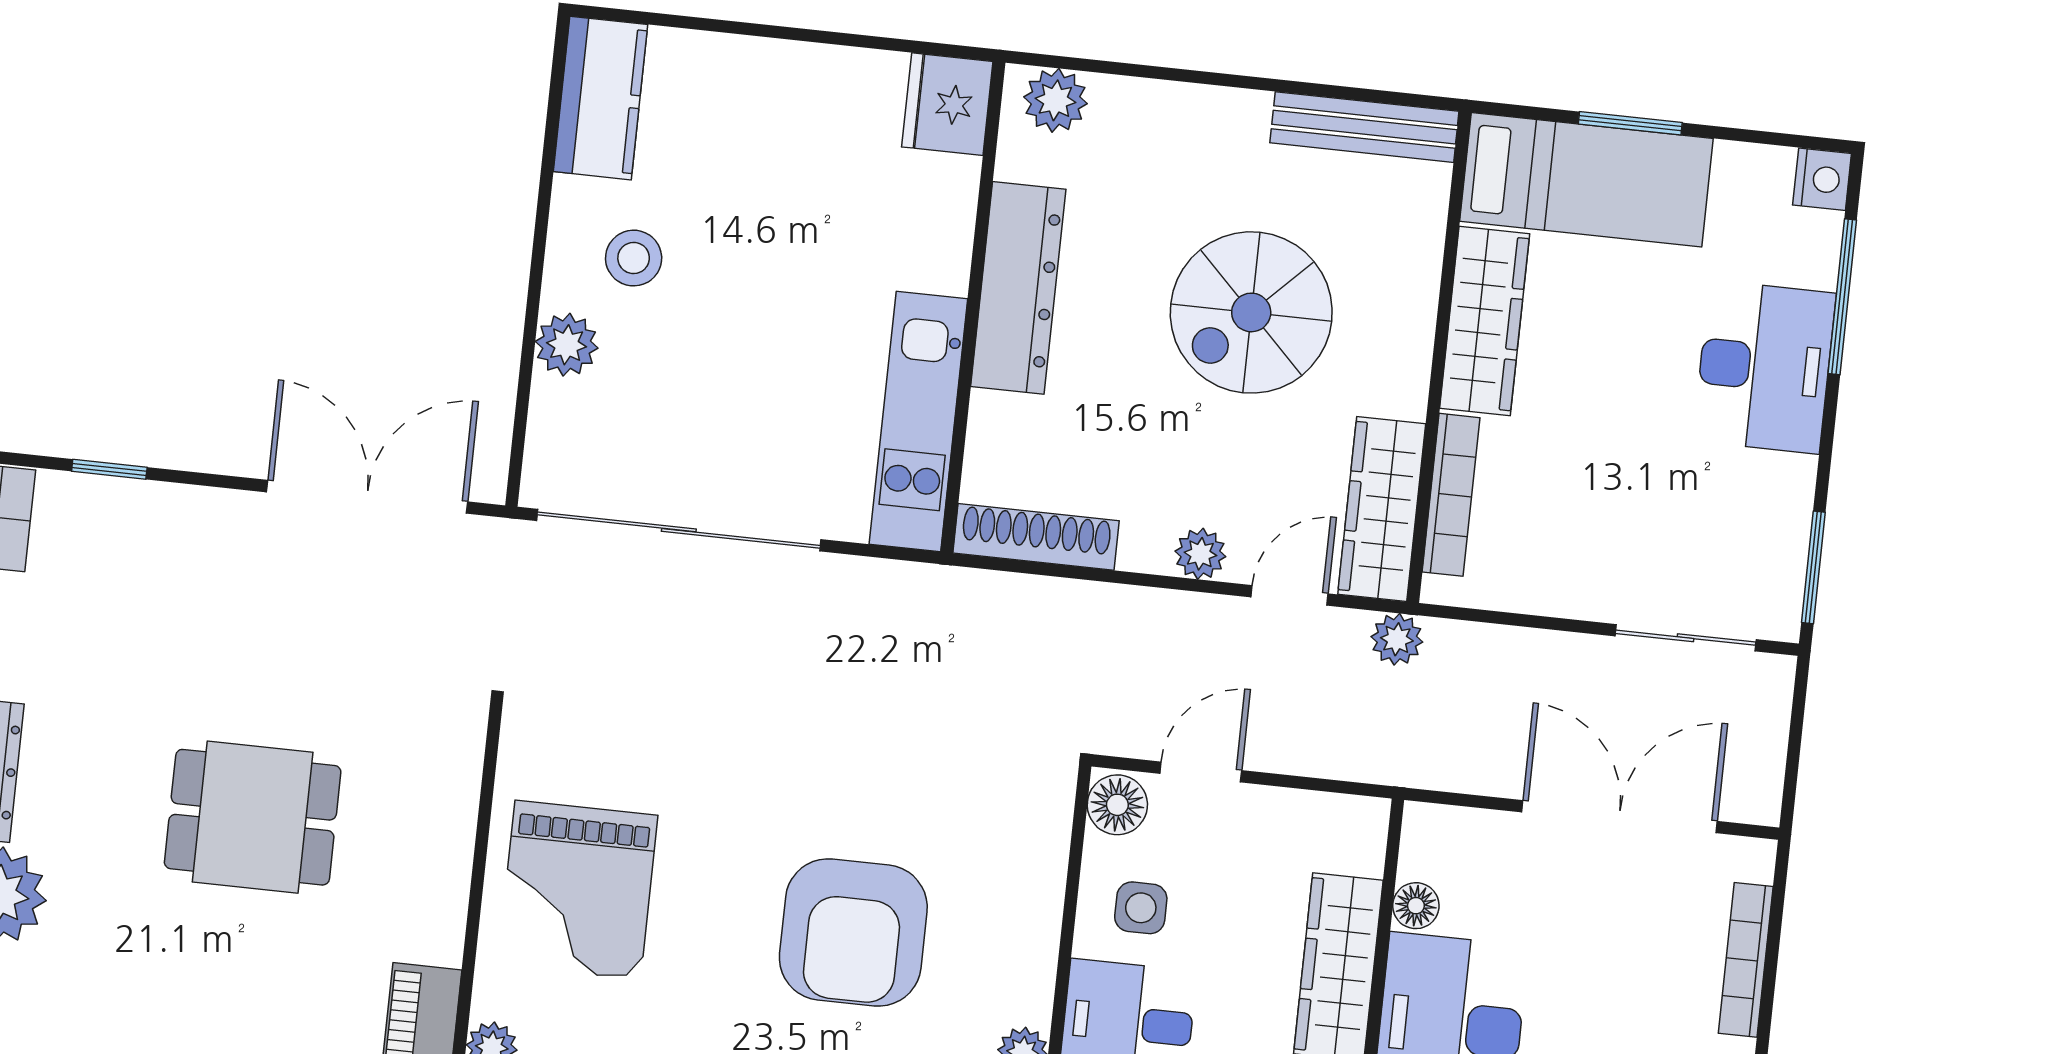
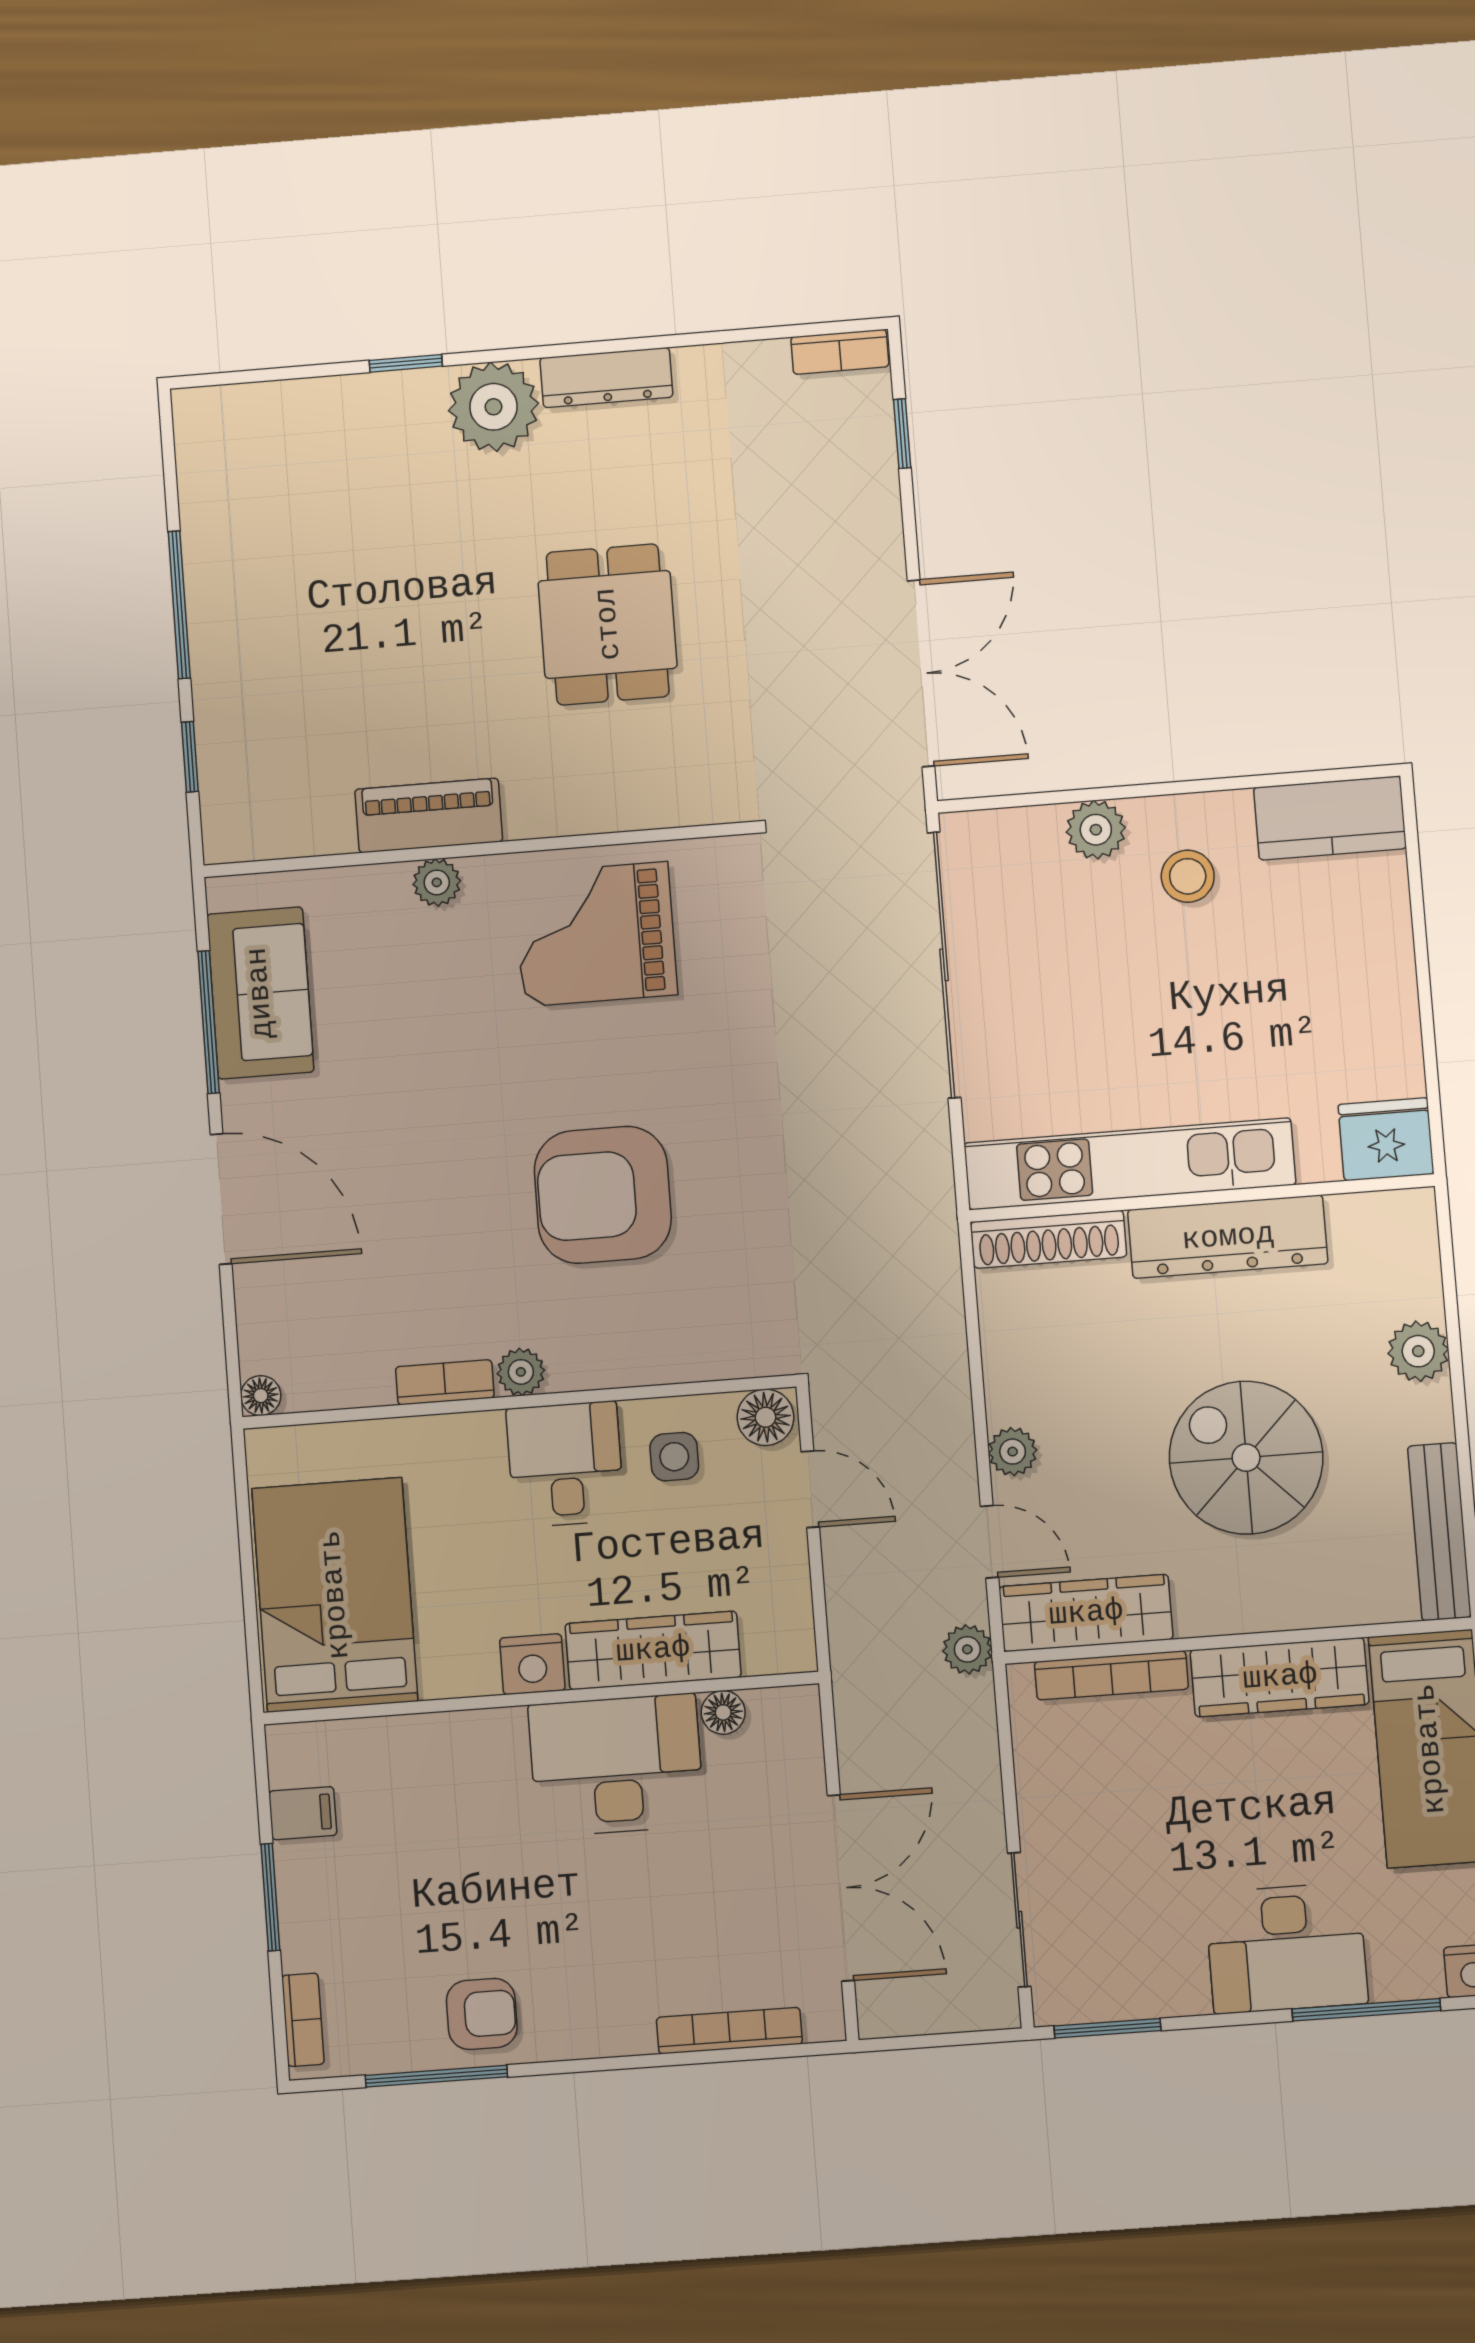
plant: (1055, 100) -> (1418, 1351), moved
kitchen unit: (918, 421) -> (1130, 1164), width x1.36
shoe rack: (1036, 537) -> (1049, 1239), moved, turned 90

